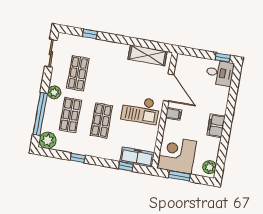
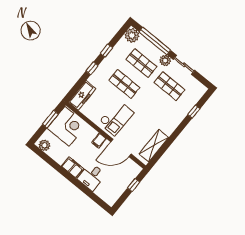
sliding door: (51, 53) -> (184, 65), moved
window: (223, 58) -> (134, 185), moved
desk: (220, 73) -> (92, 177), moved
checkout: (140, 110) -> (116, 118), turned 180
window: (126, 166) -> (92, 68), moved

